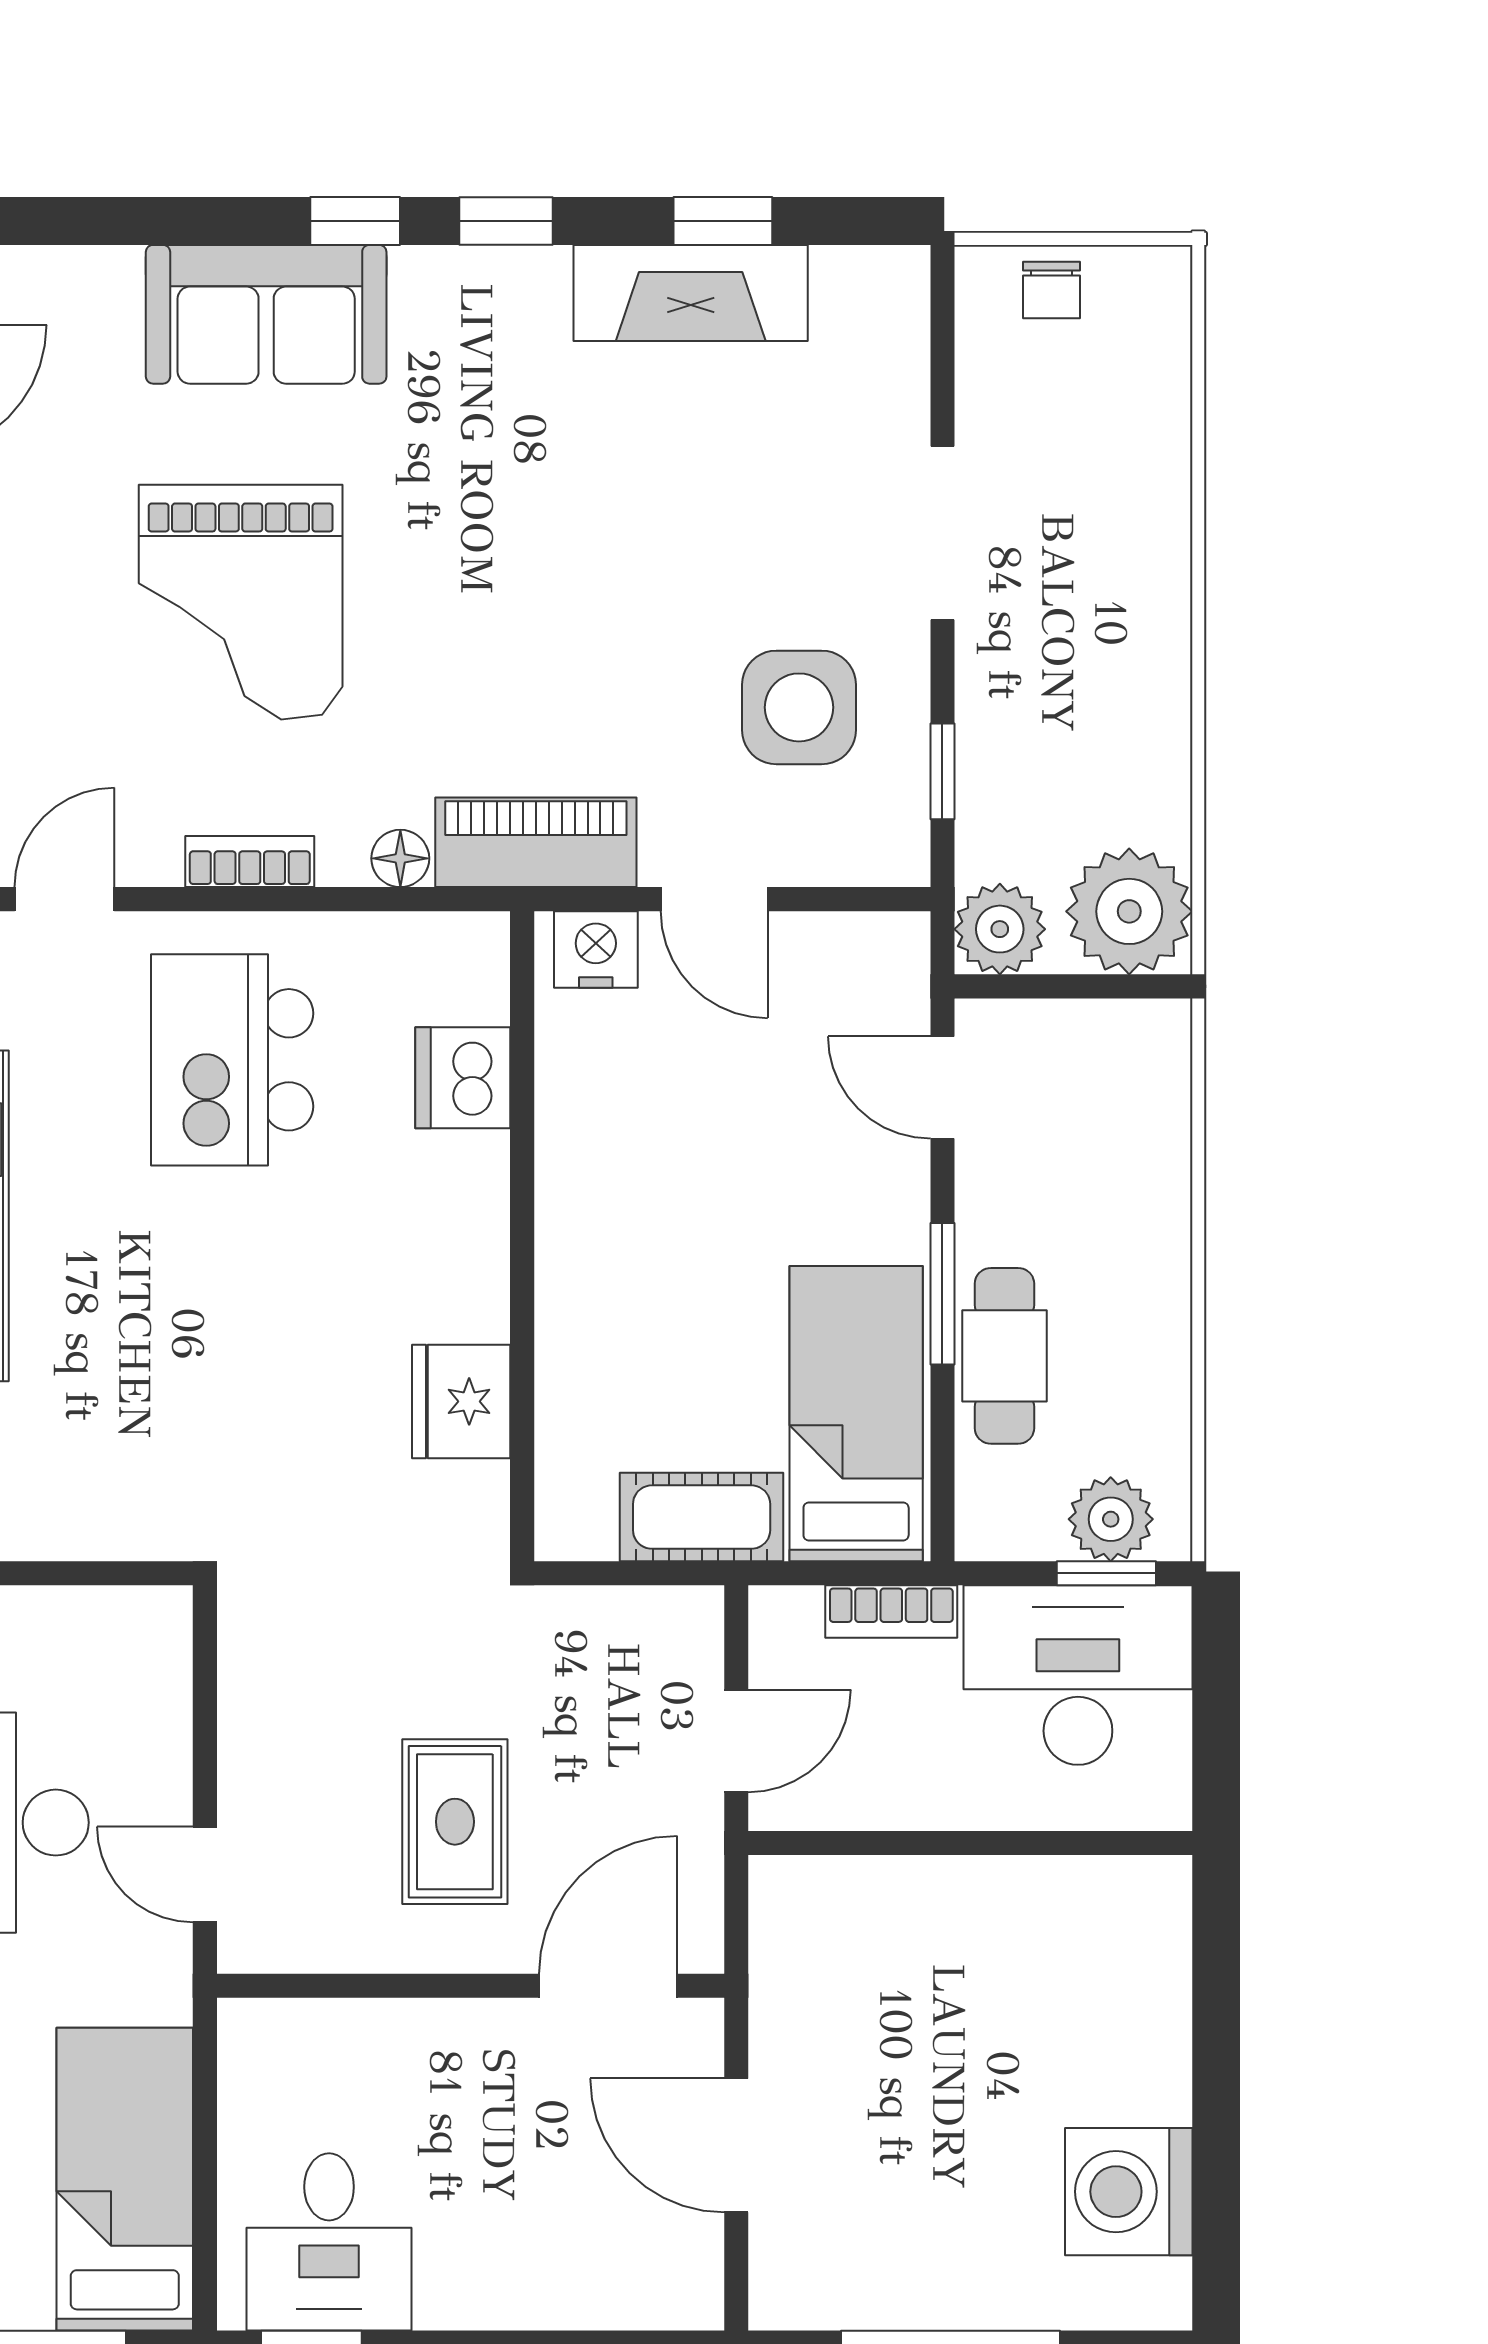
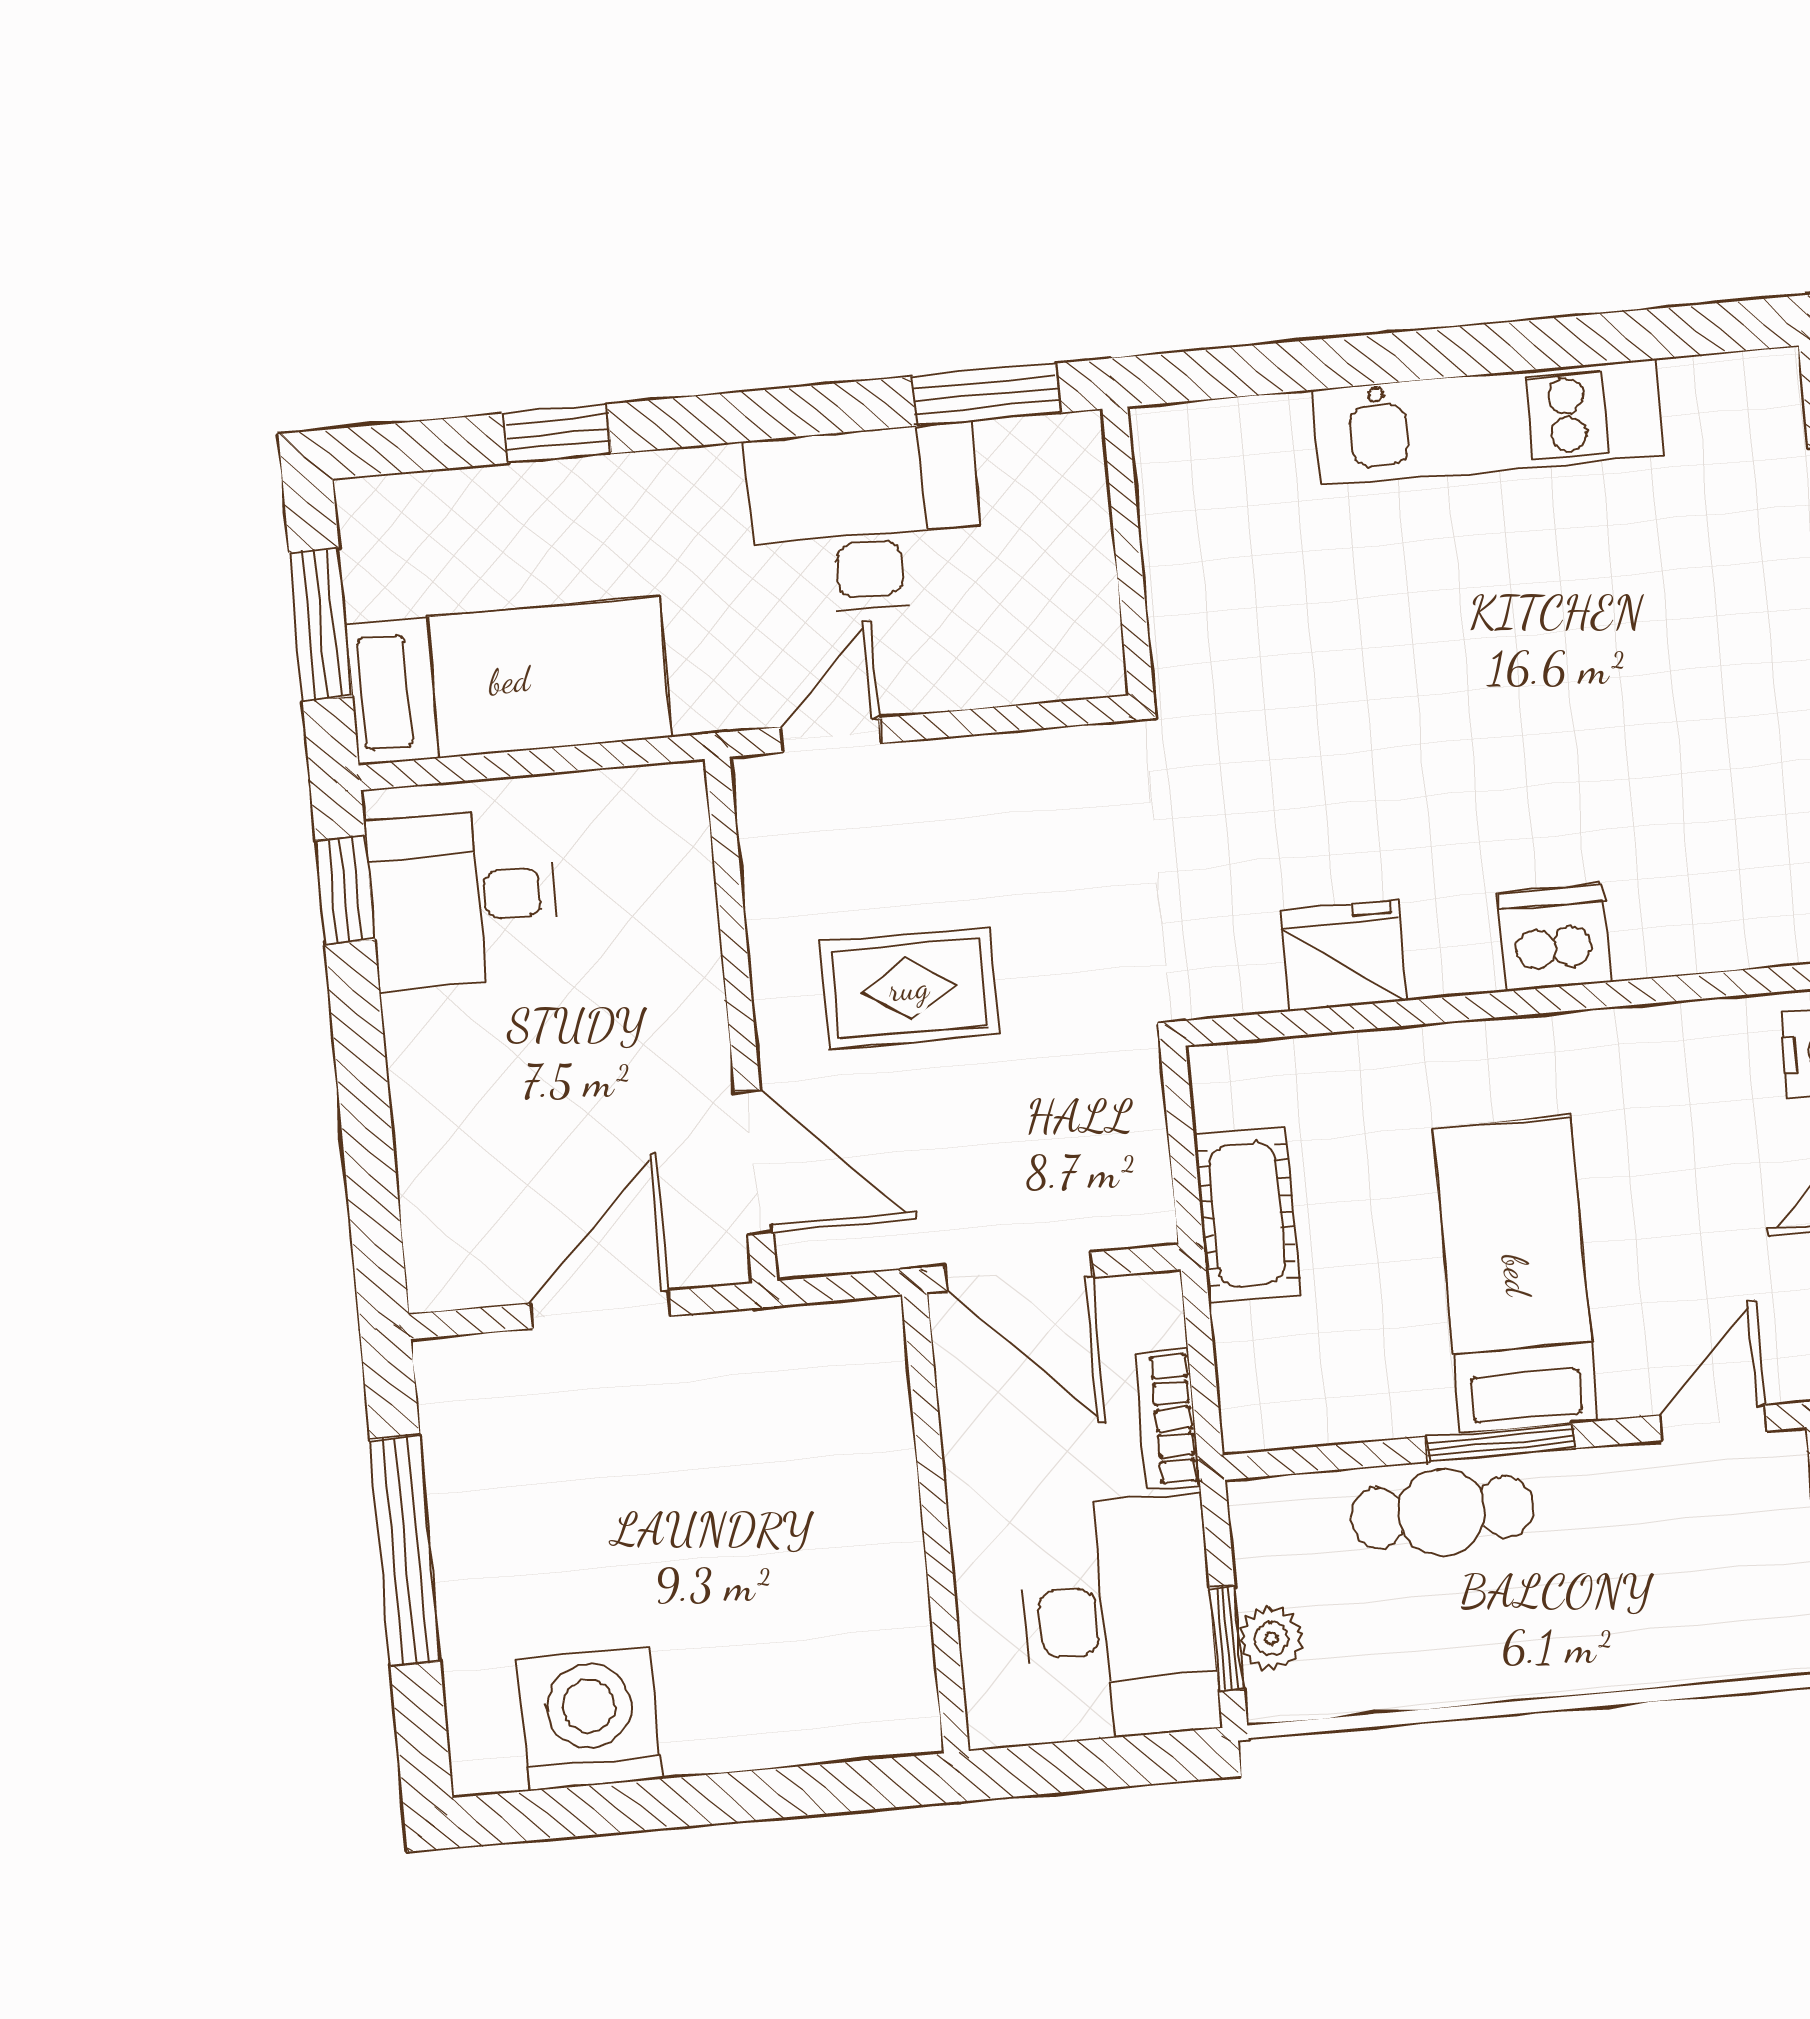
kitchen island: (232, 1060) -> (1675, 687), removed
dishwasher: (463, 1078) -> (1554, 938), moved
bed: (856, 1414) -> (1516, 1275), moved, turned -90
plant: (1111, 1519) -> (1271, 1639), width x0.73, depth x0.73
door: (736, 1741) -> (1019, 1271), width x1.38

